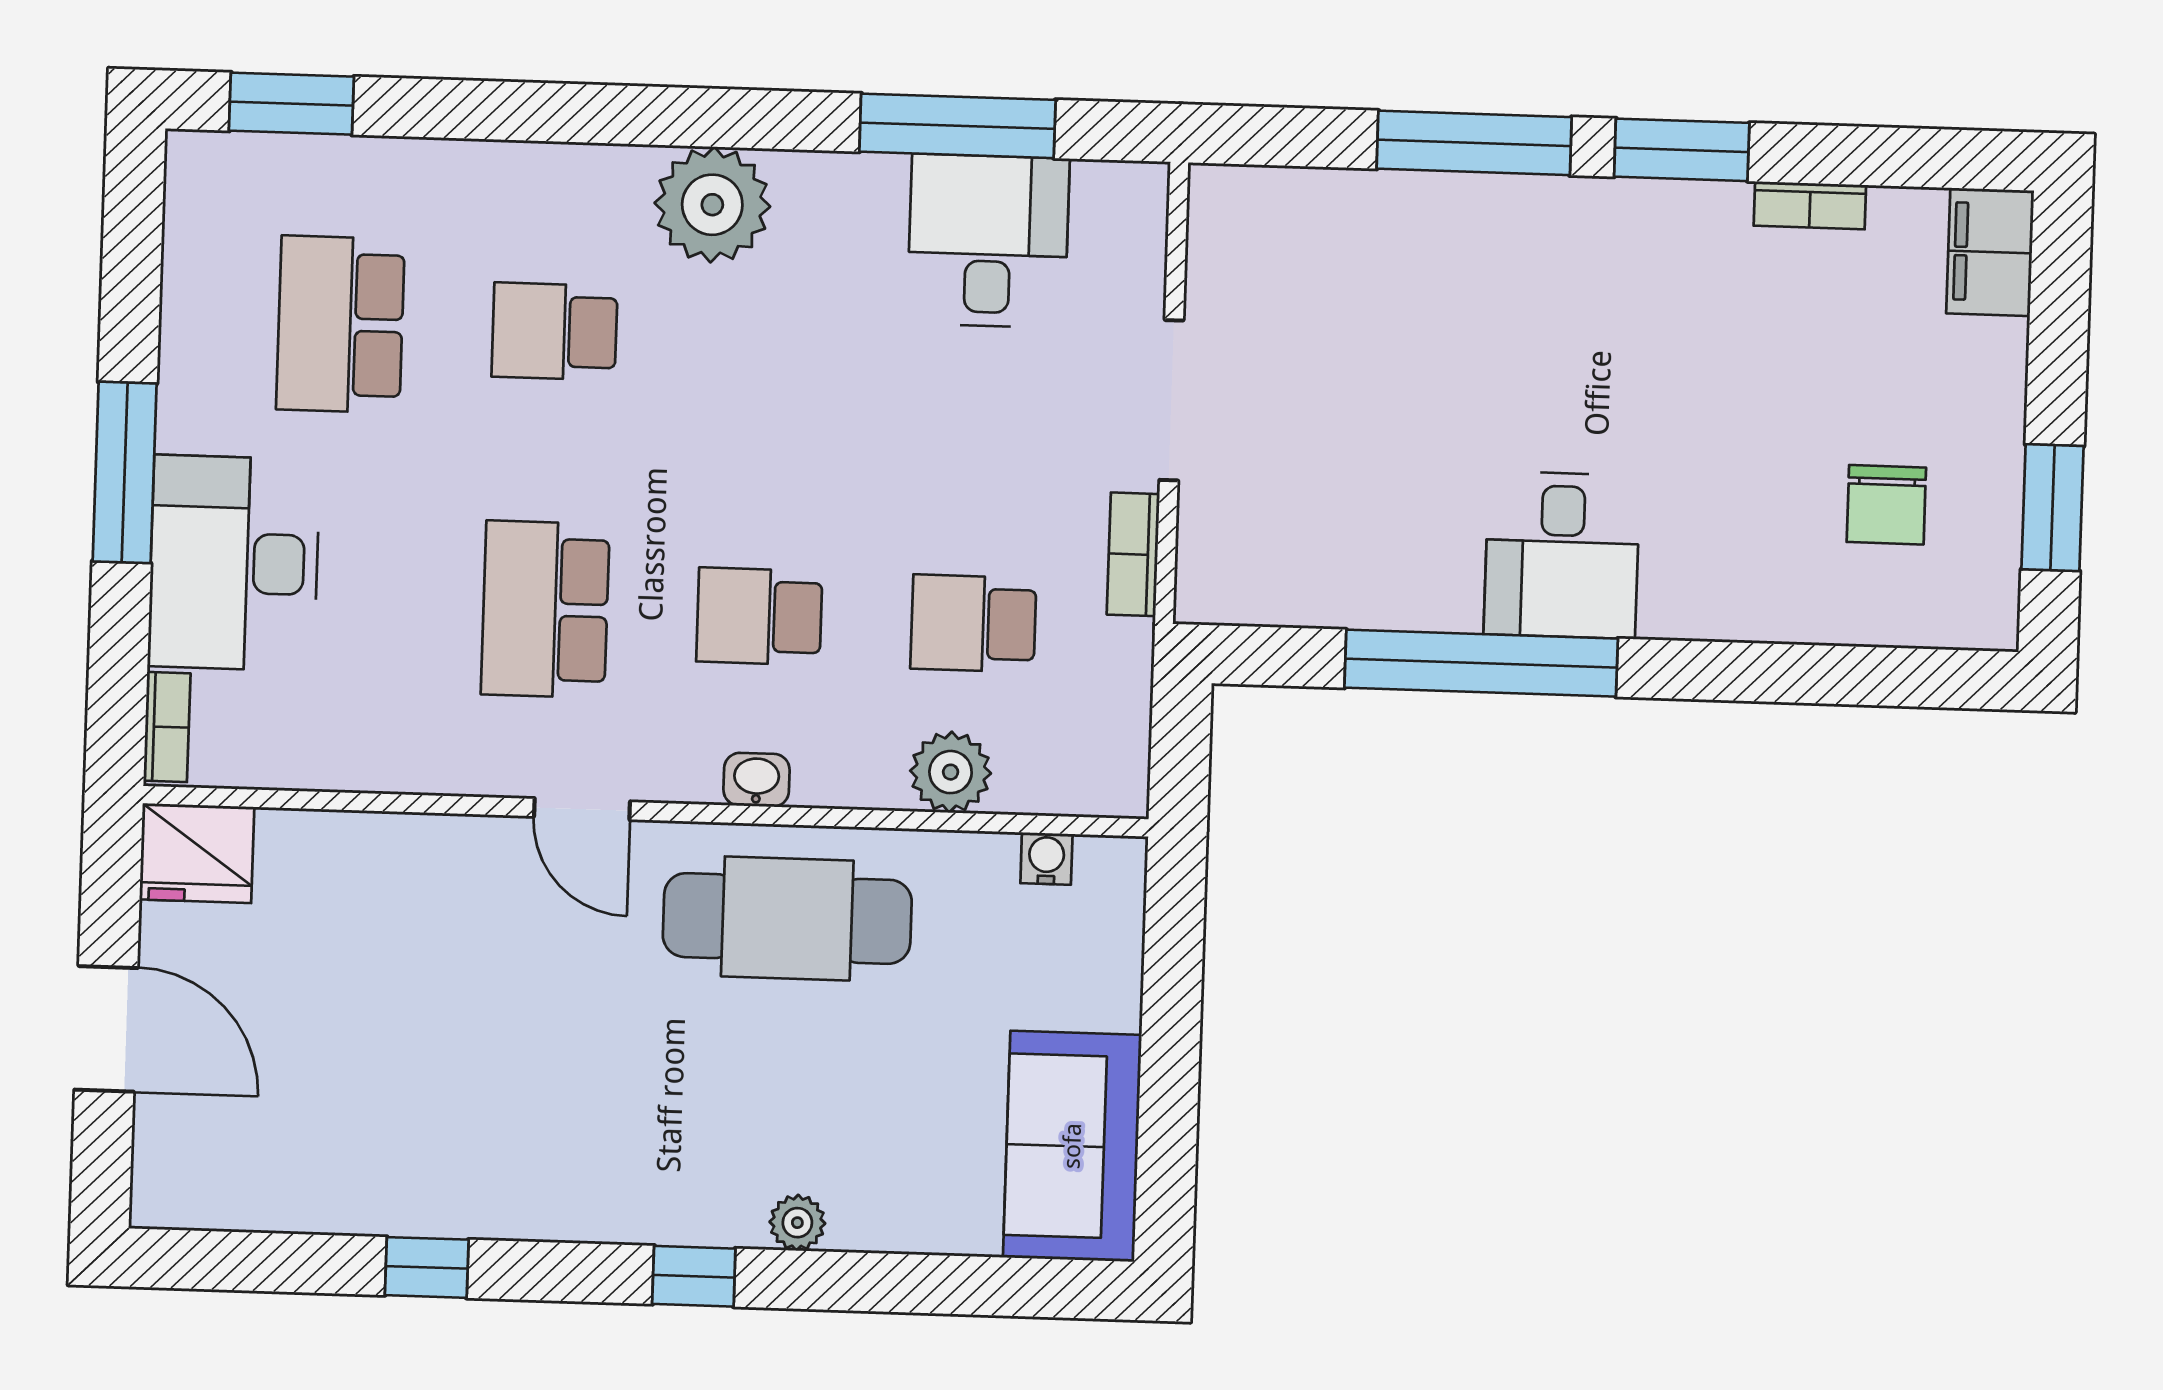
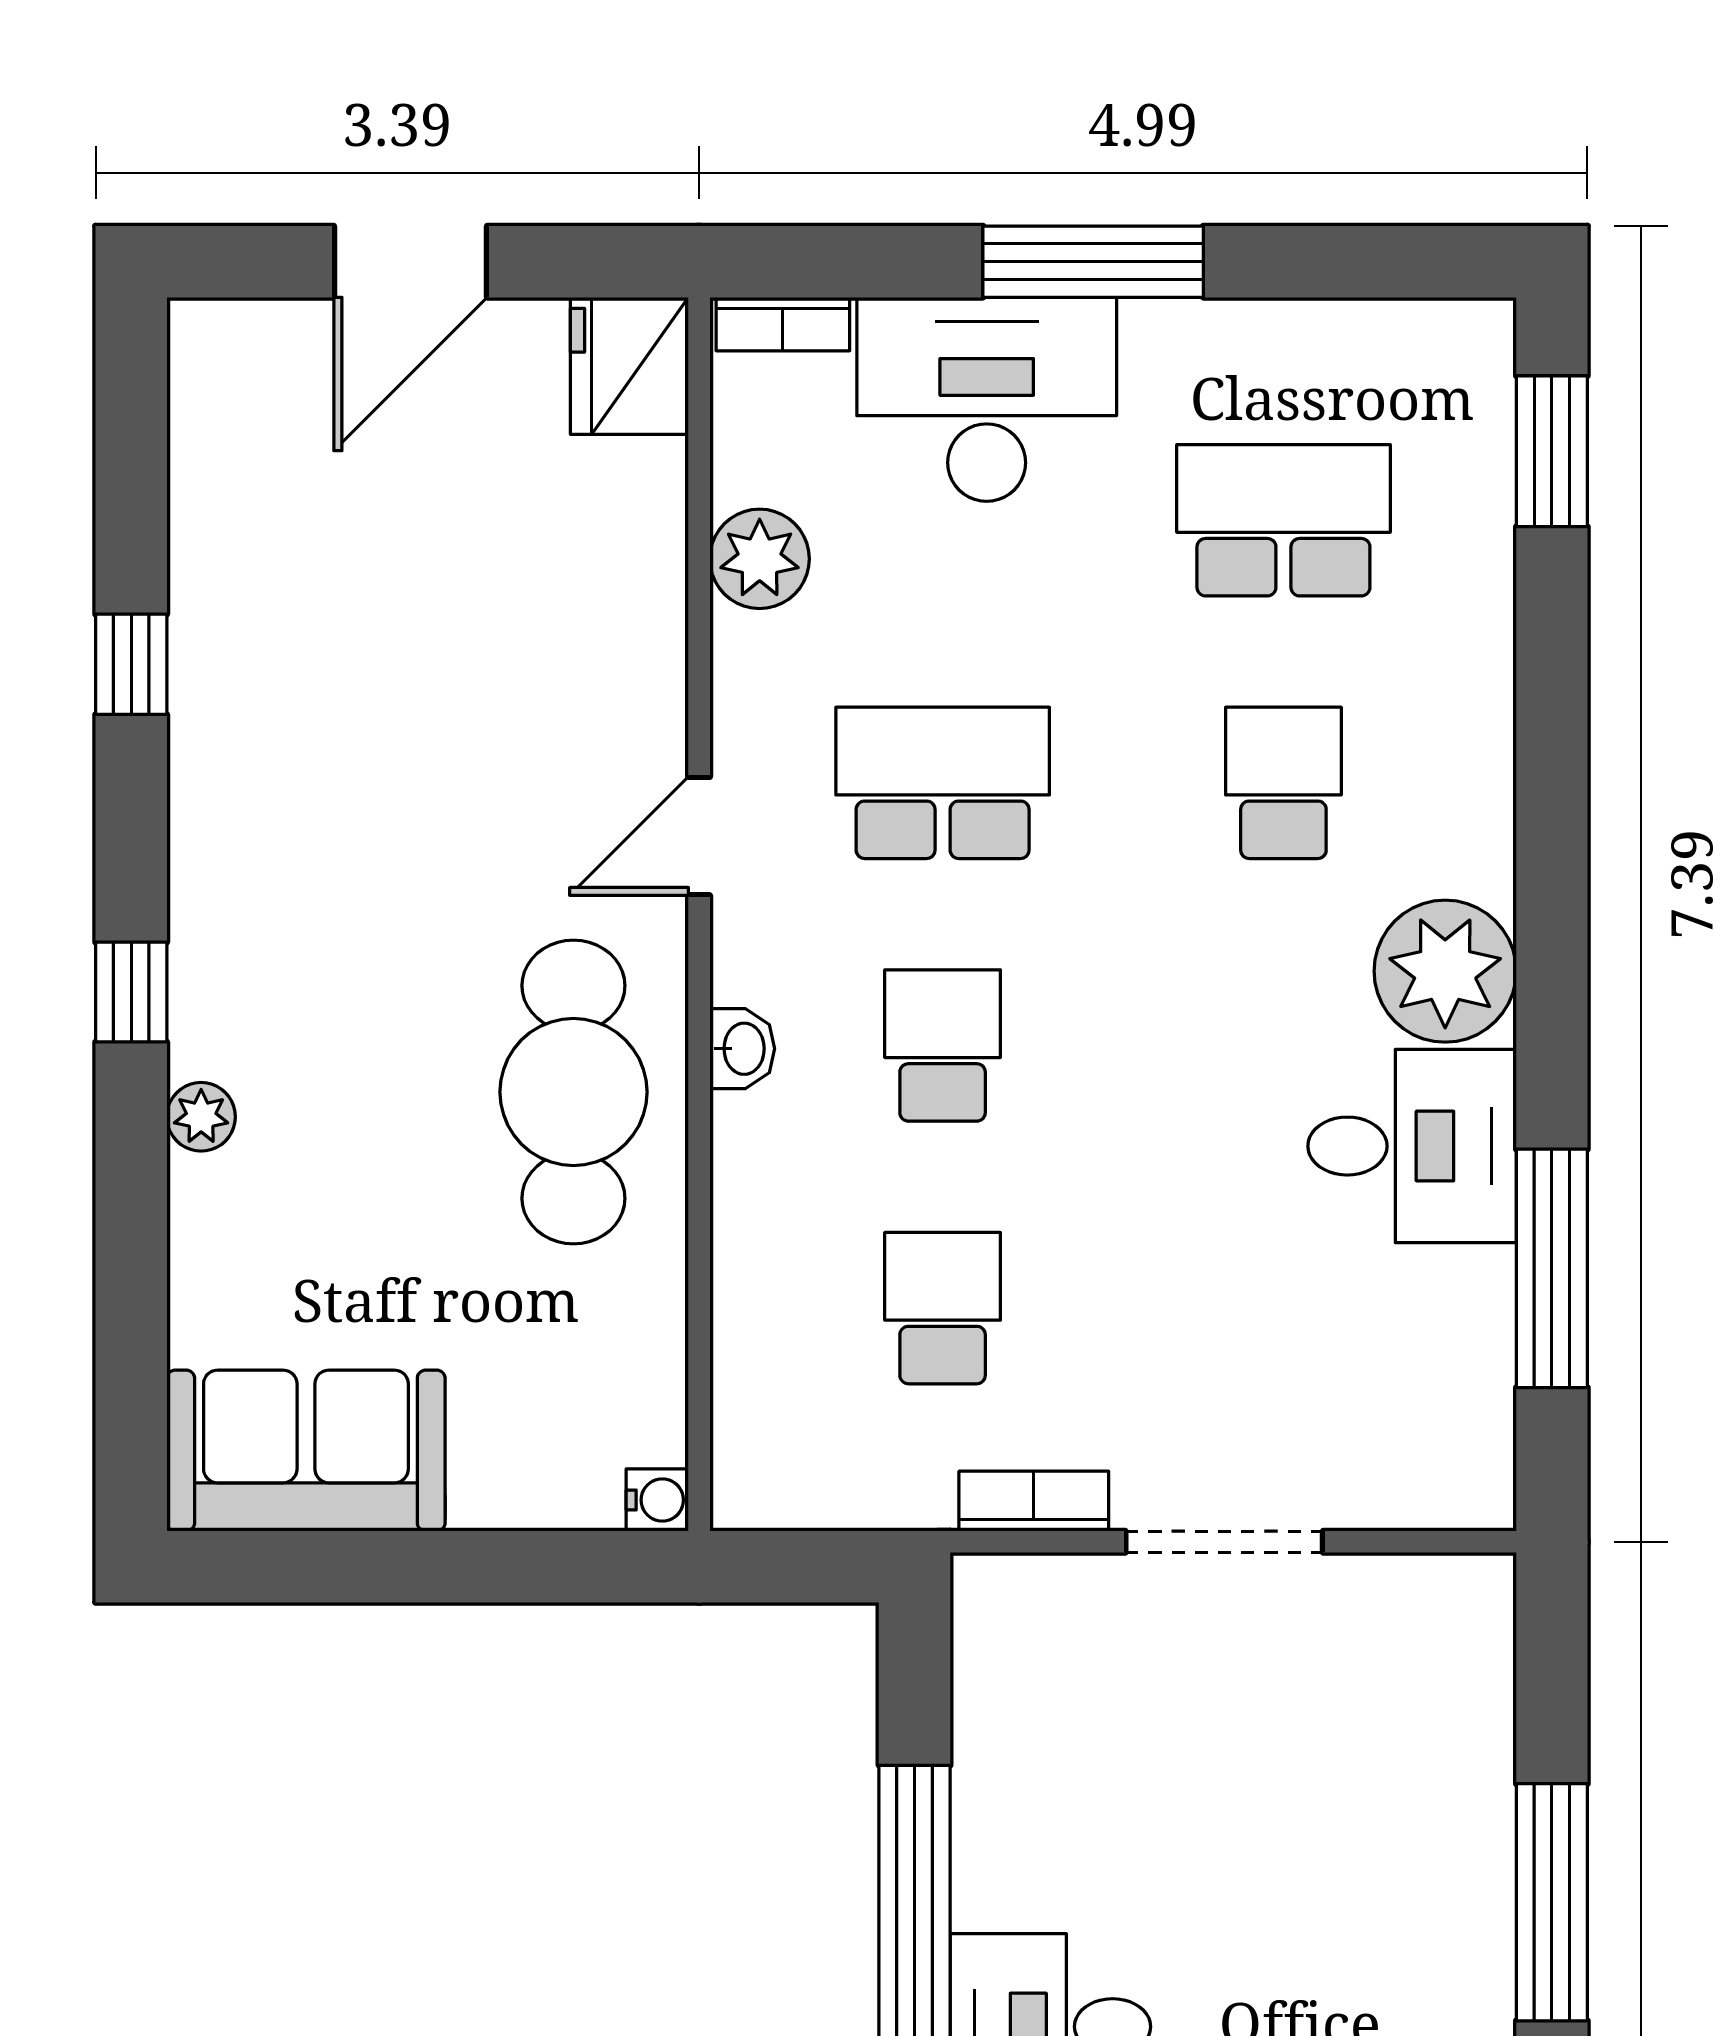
desk: (988, 241) -> (1412, 1146), moved
plant: (951, 772) -> (760, 559), moved
water cooler: (1046, 859) -> (657, 1500), moved

